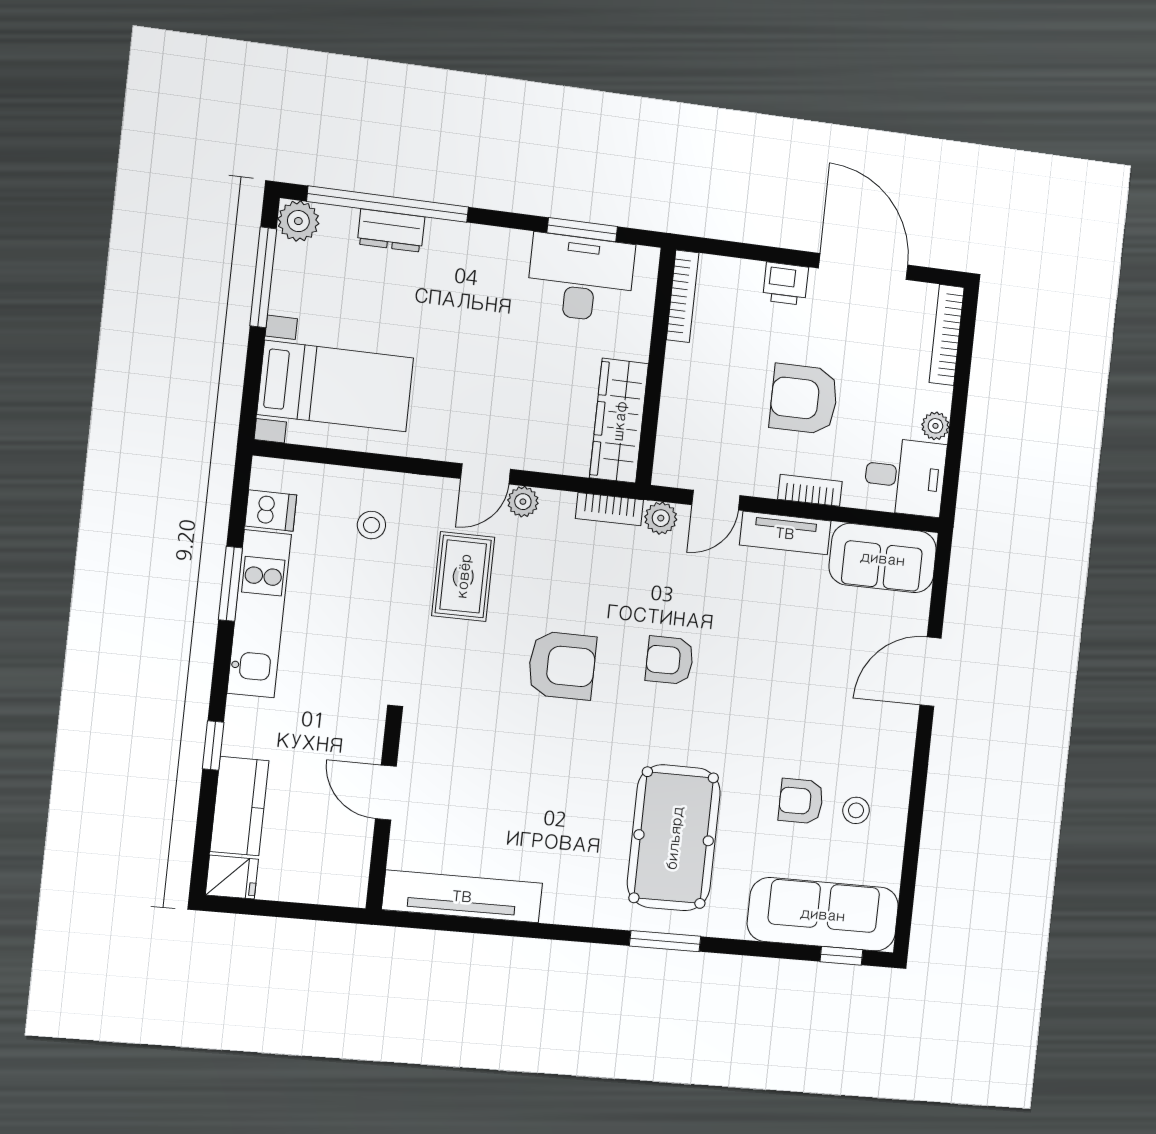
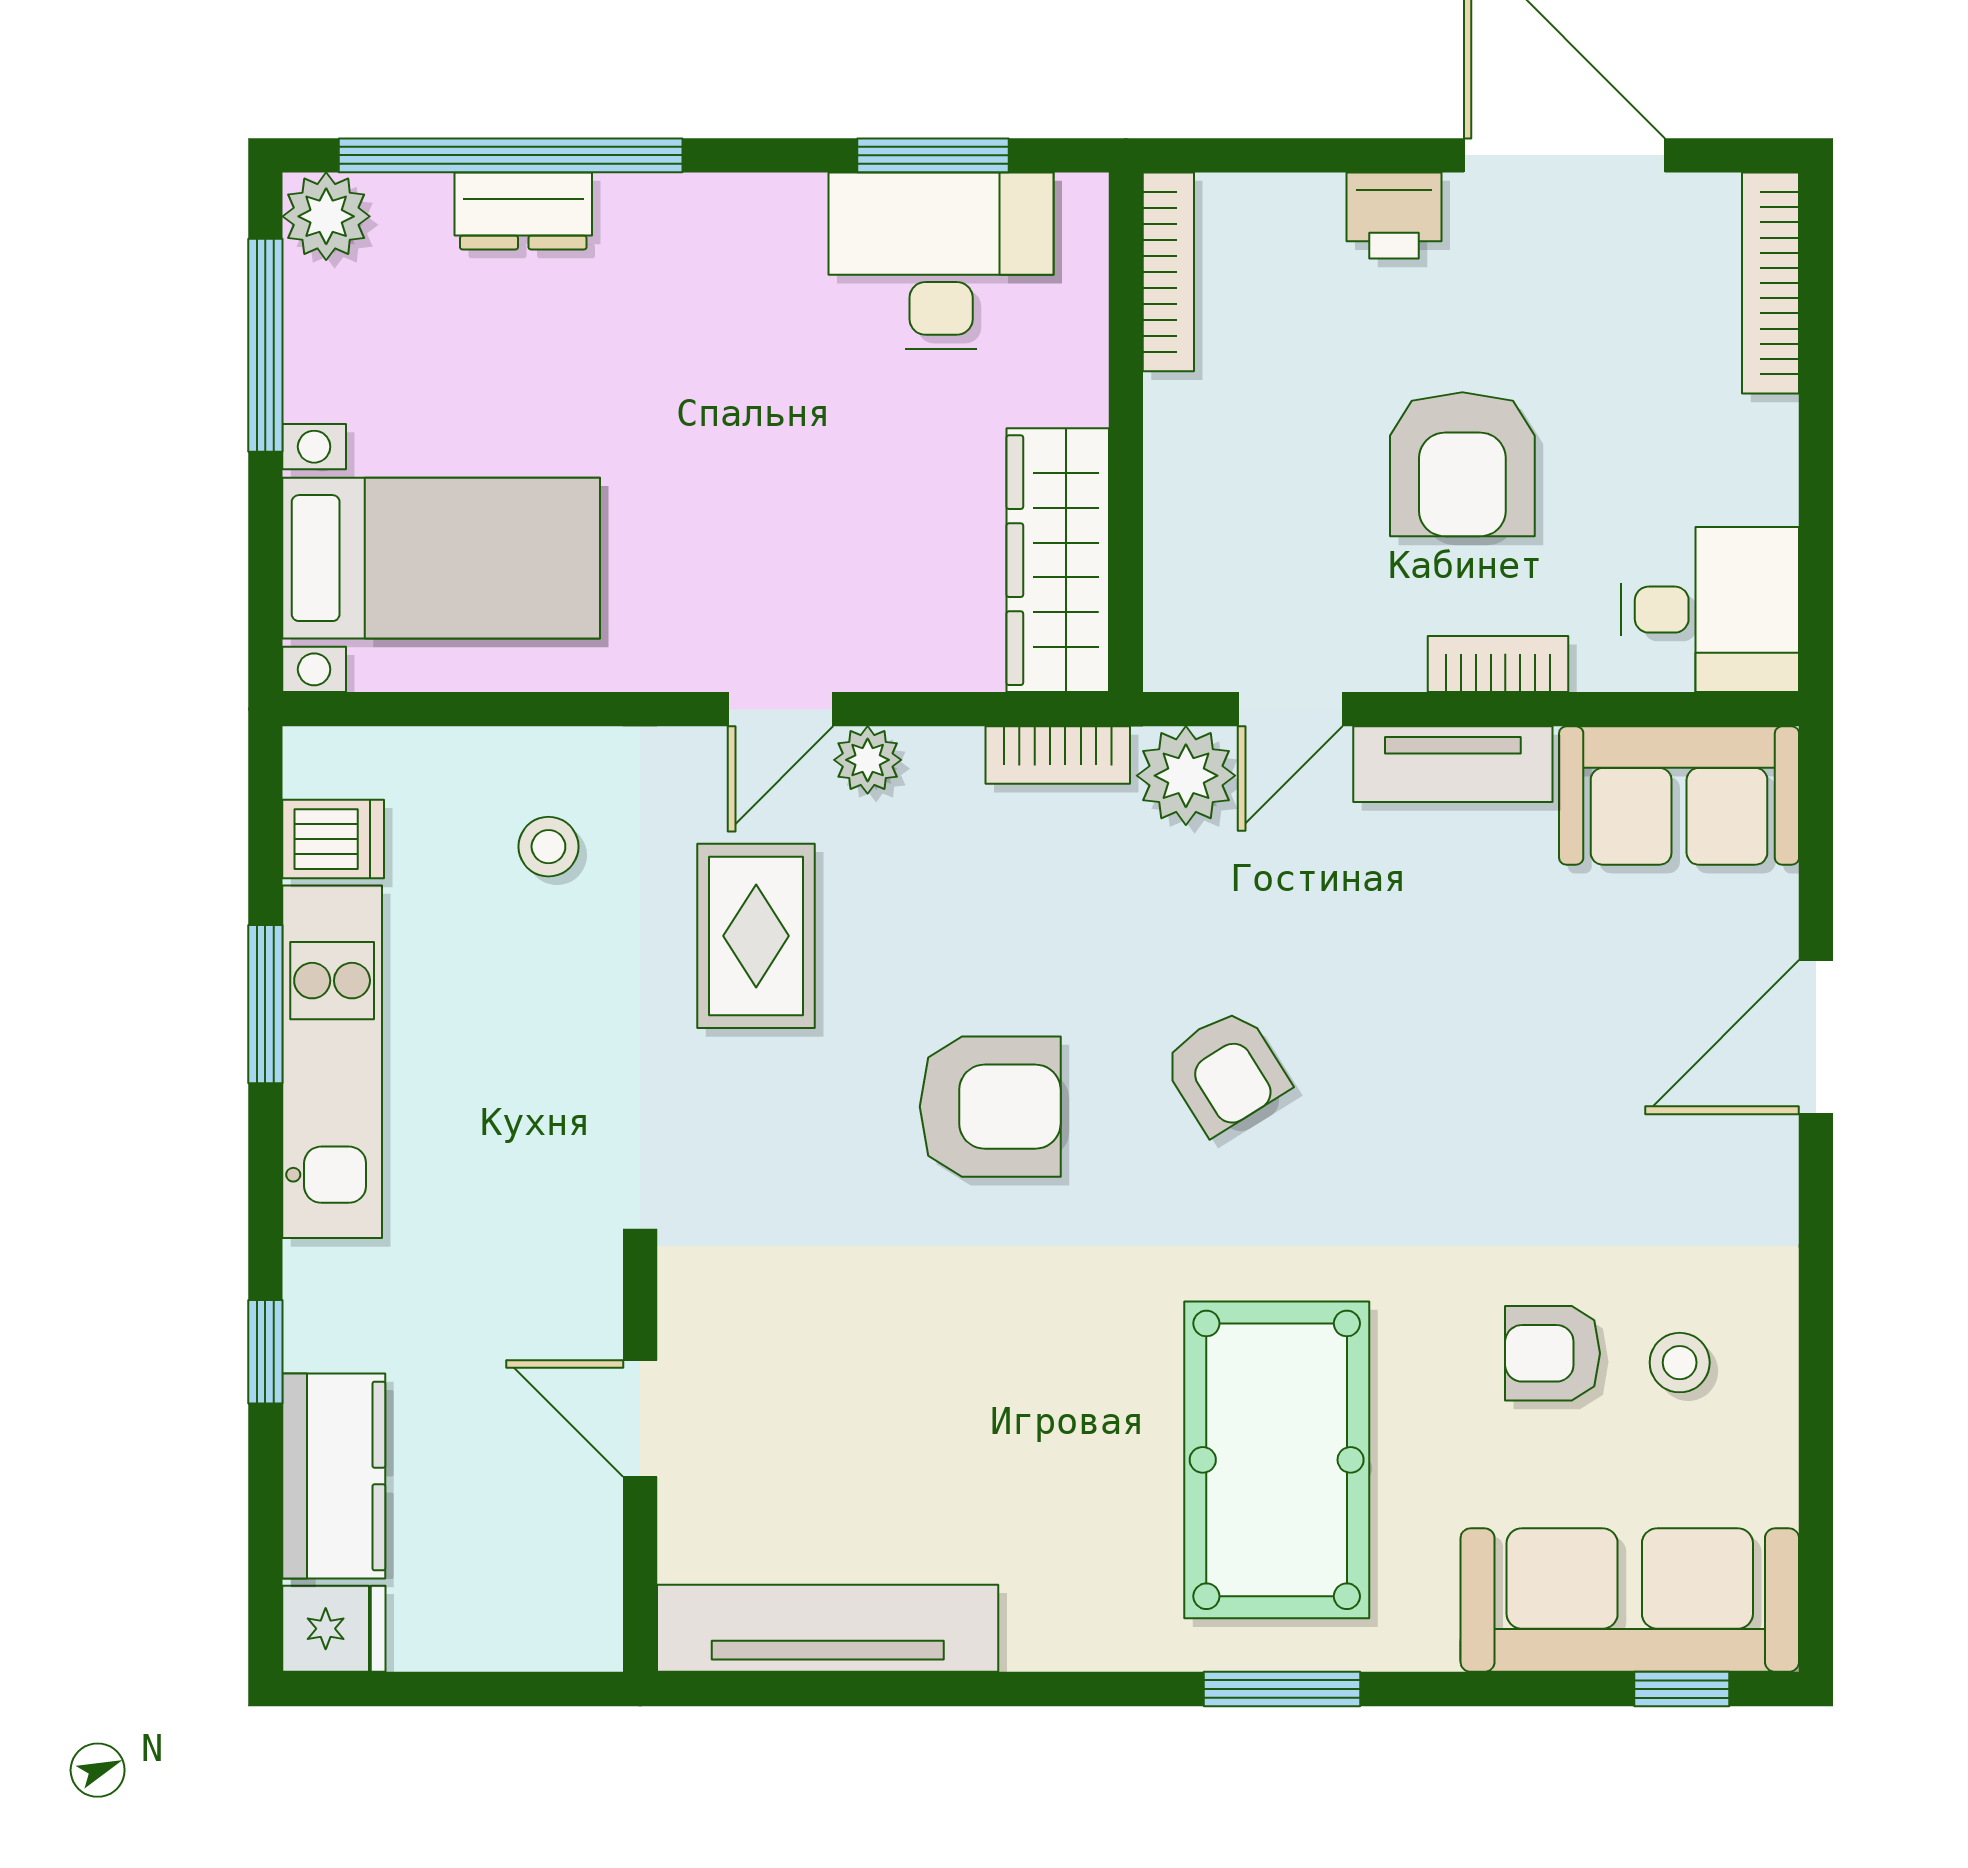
armchair: (804, 399) -> (1462, 464), turned -90
plant: (935, 426) -> (1767, 488), removed
plant: (661, 518) -> (1186, 776), width x1.38, depth x1.38
armchair: (670, 660) -> (1225, 1071), turned -122

